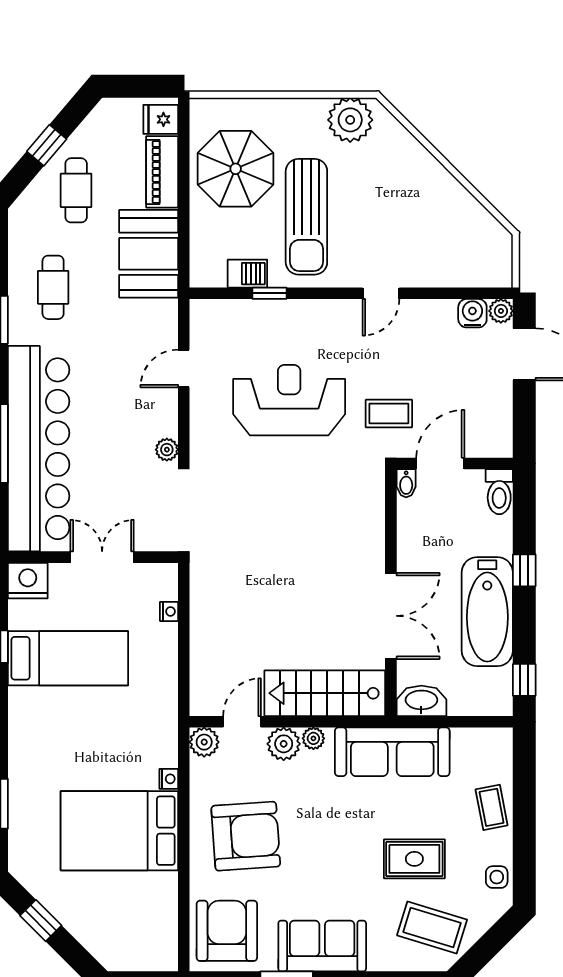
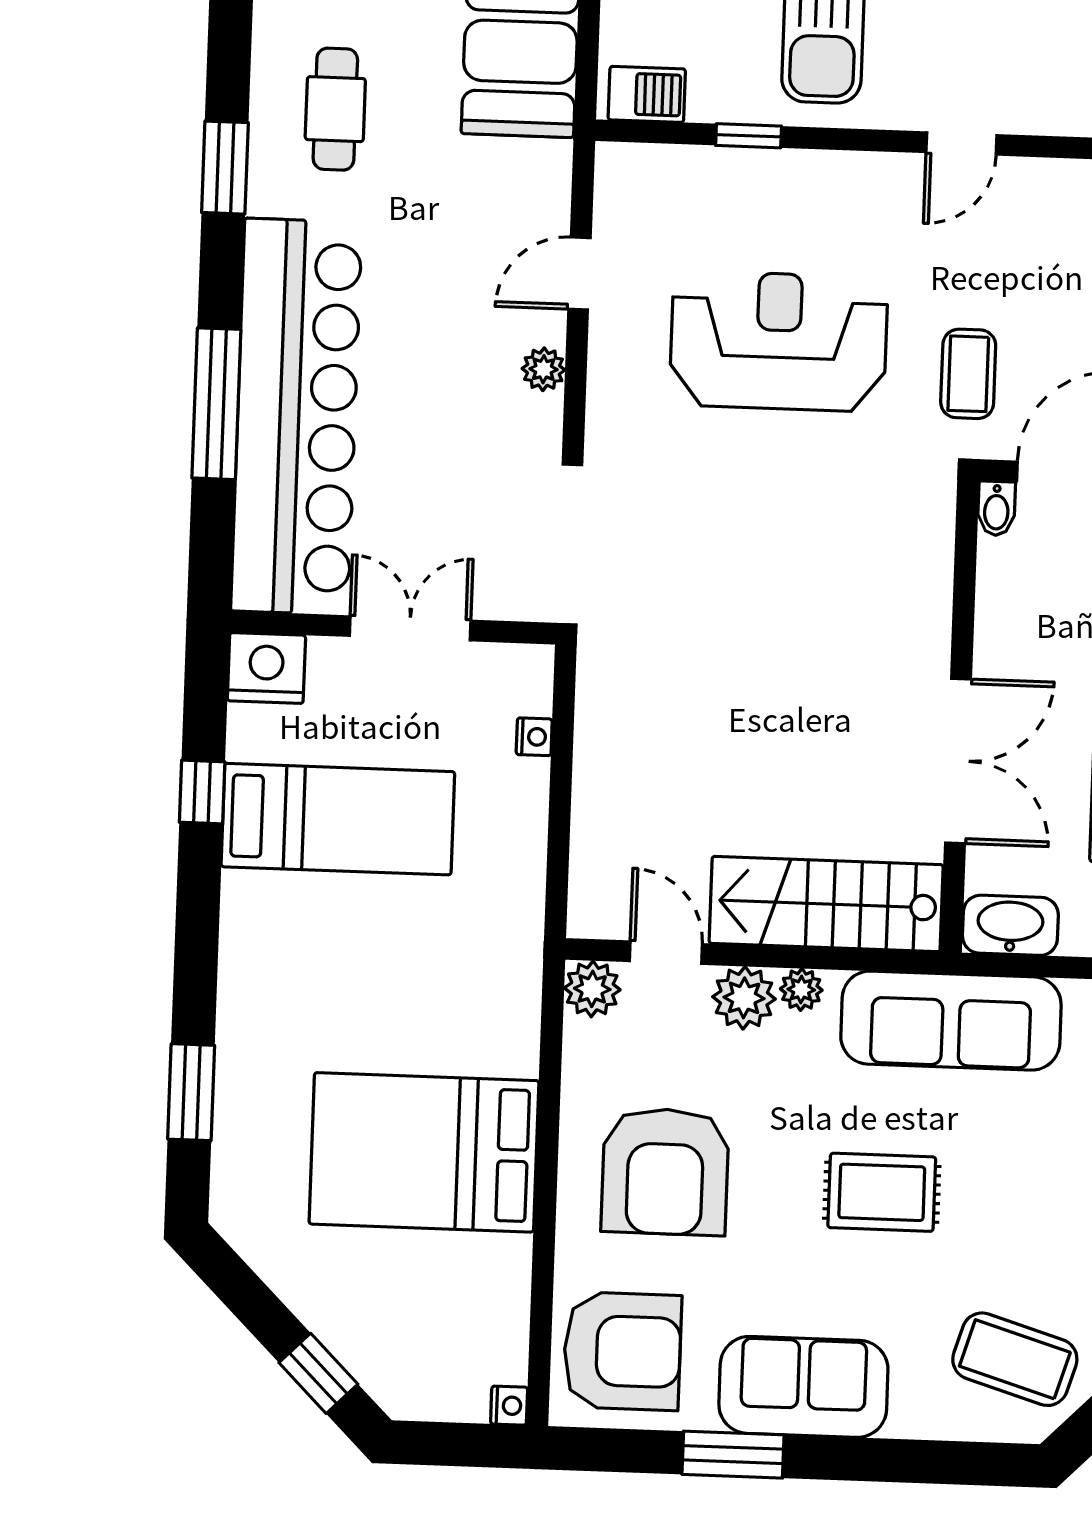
barbecue: (247, 274) -> (647, 94), moved
coffee table: (389, 413) -> (968, 374), turned 90
plant: (167, 450) -> (544, 369), moved
door: (242, 722) -> (666, 953), hinge flipped
nightstand: (169, 779) -> (509, 1406), moved
armchair: (246, 836) -> (665, 1172), turned 94
rug: (414, 859) -> (882, 1192), moved
window: (41, 921) -> (318, 1373), moved
armchair: (227, 931) -> (622, 1351), turned 90

